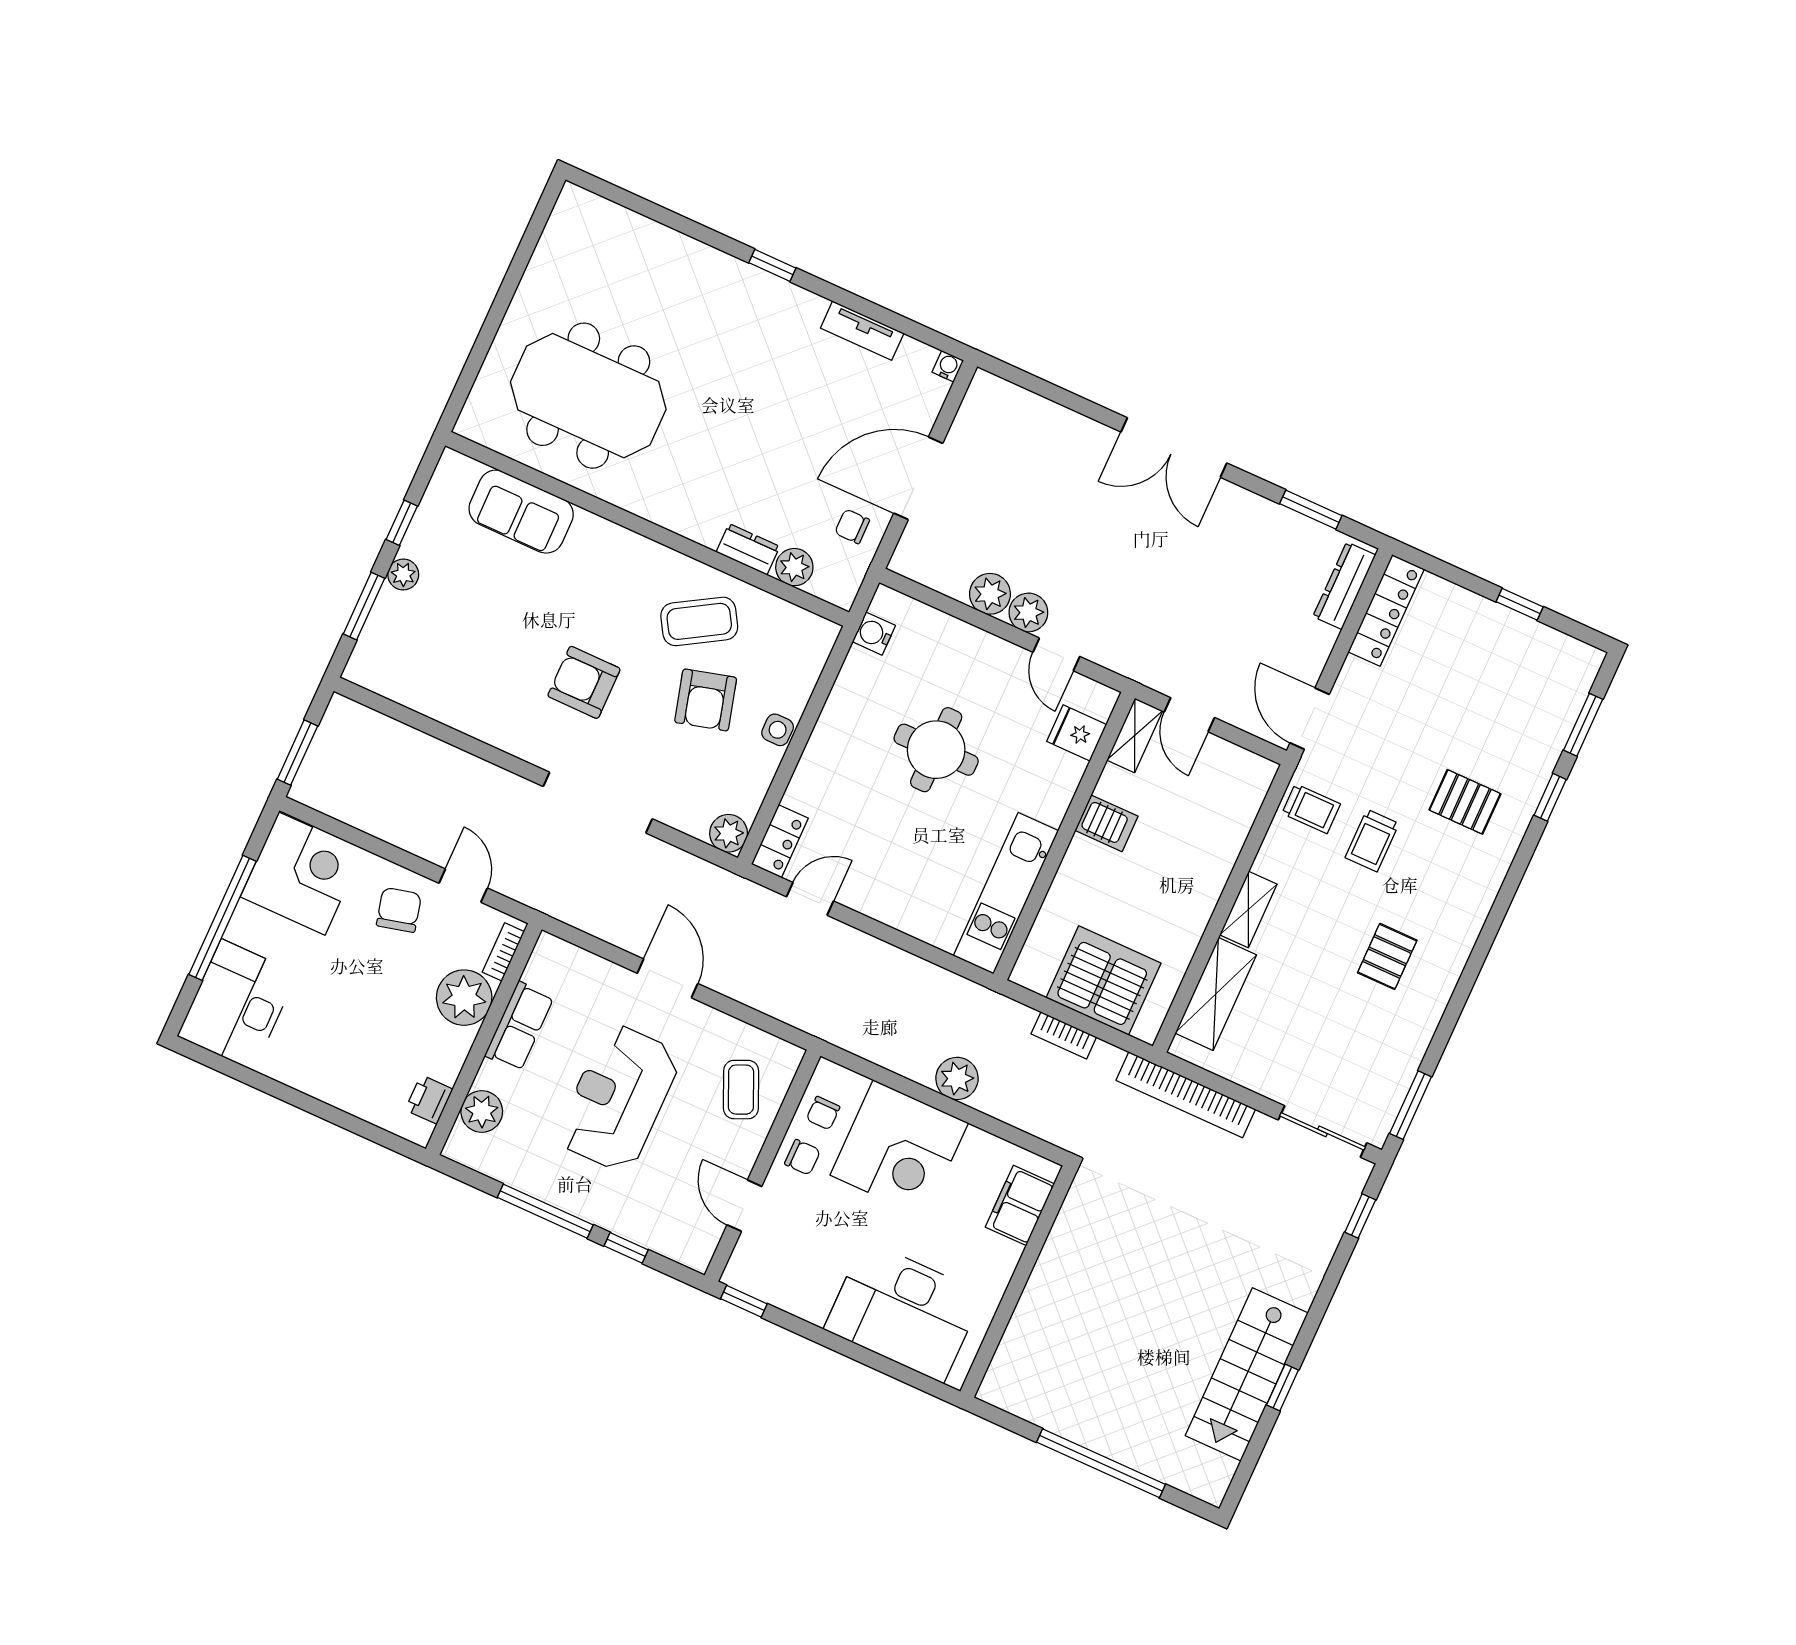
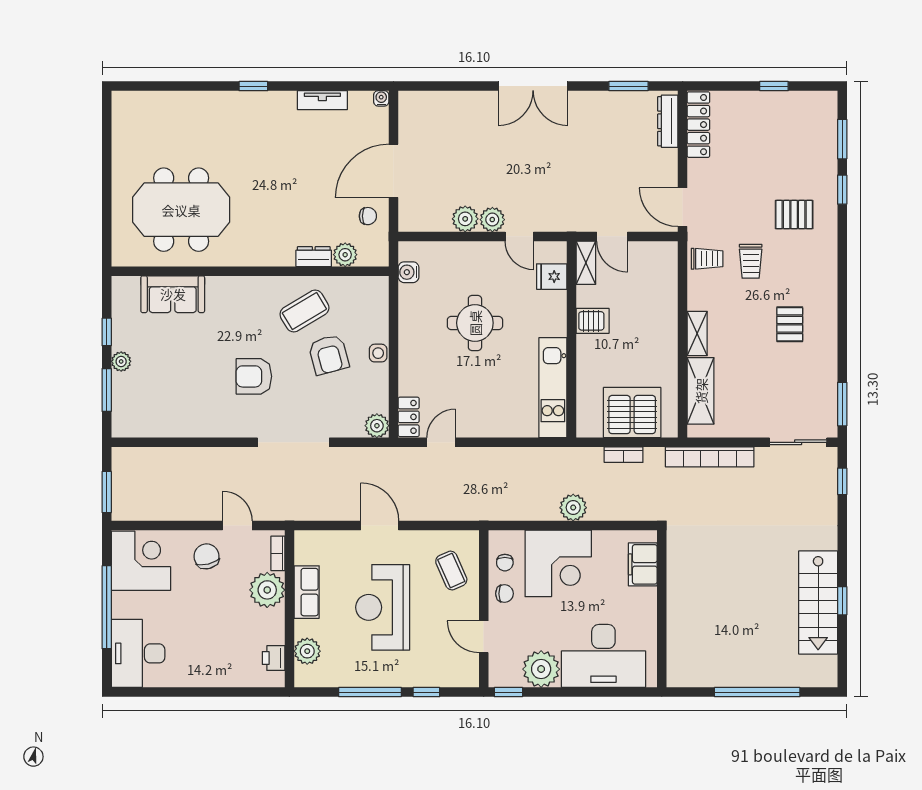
chair: (852, 526) -> (368, 216), turned 180
plant: (806, 1289) -> (541, 669), added

